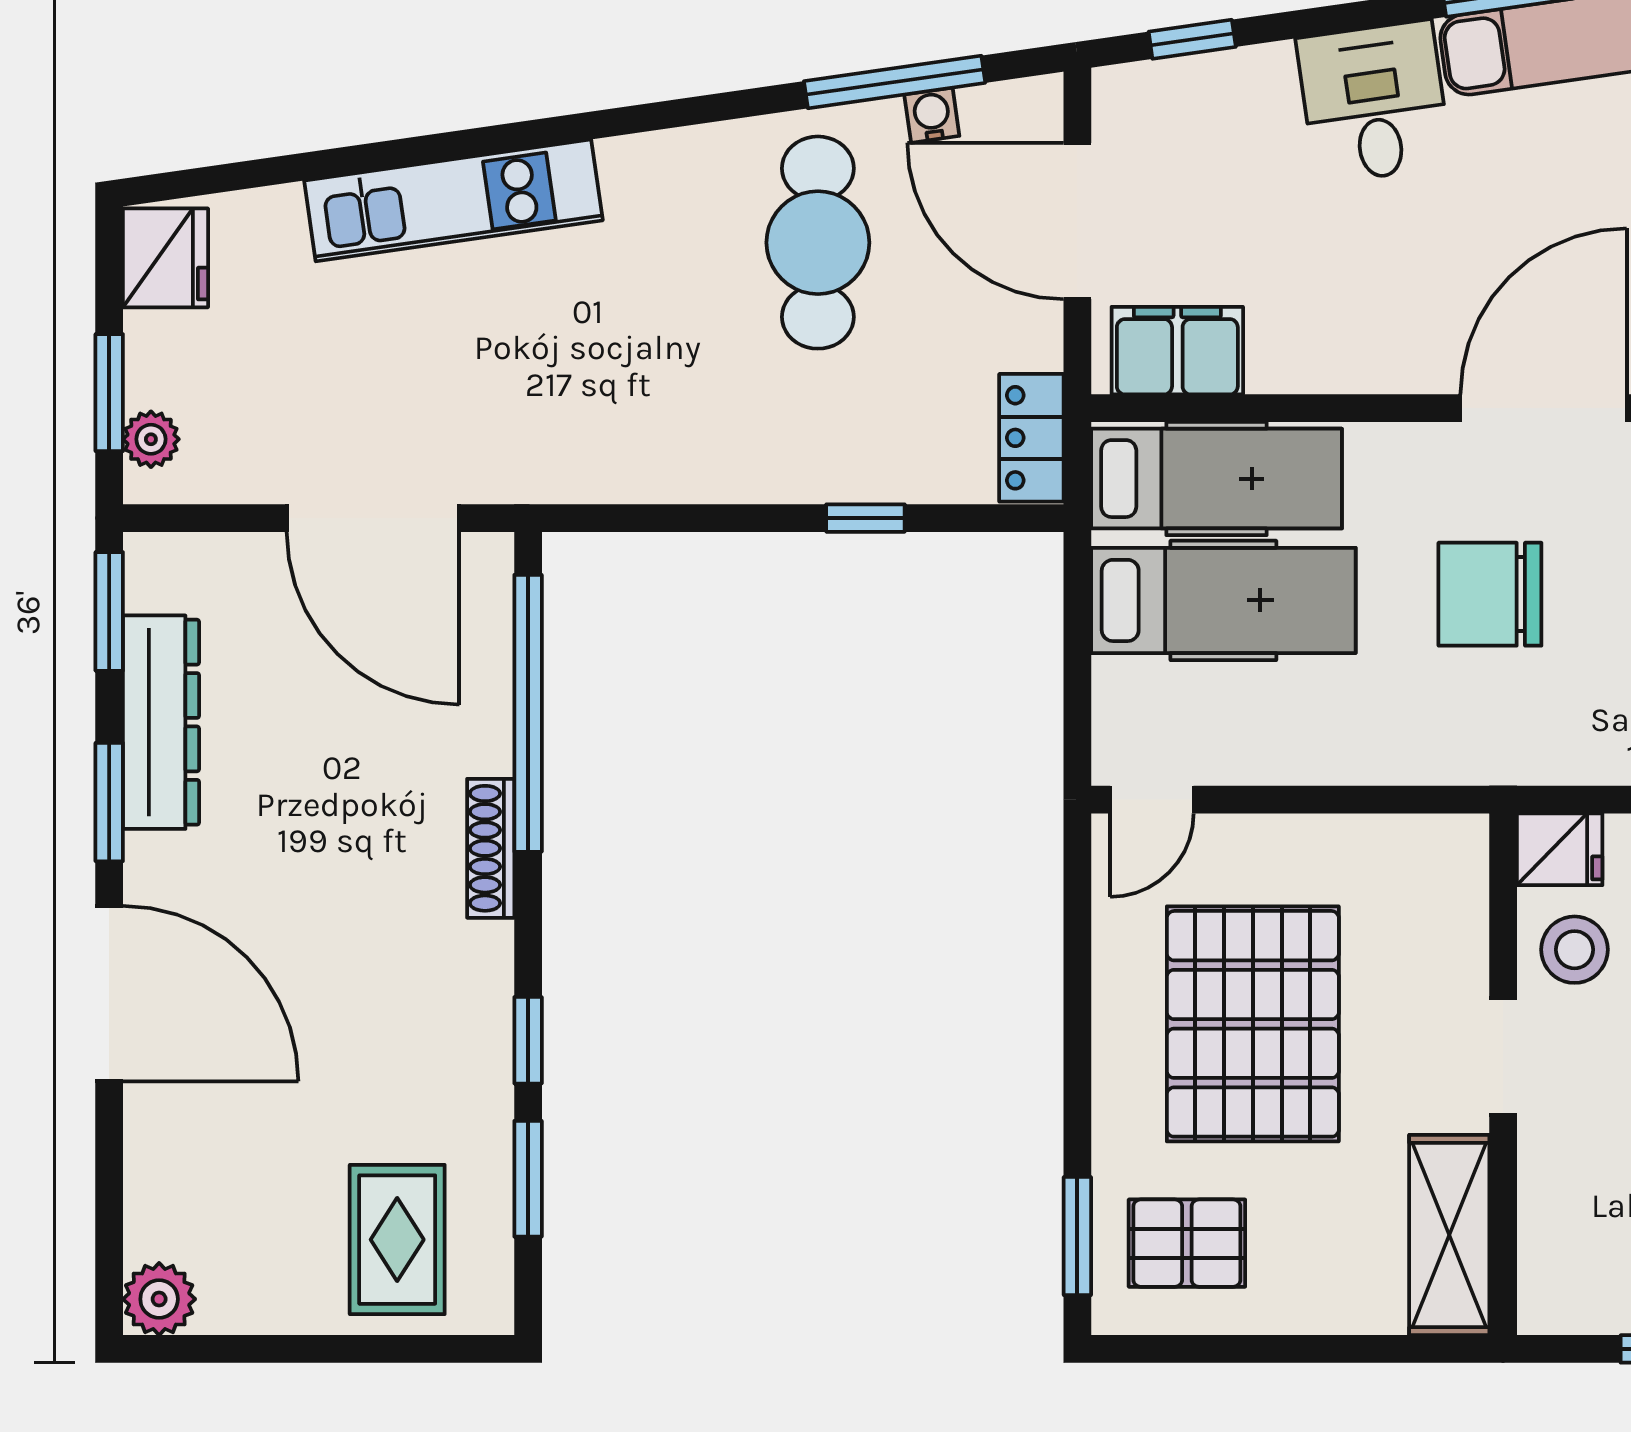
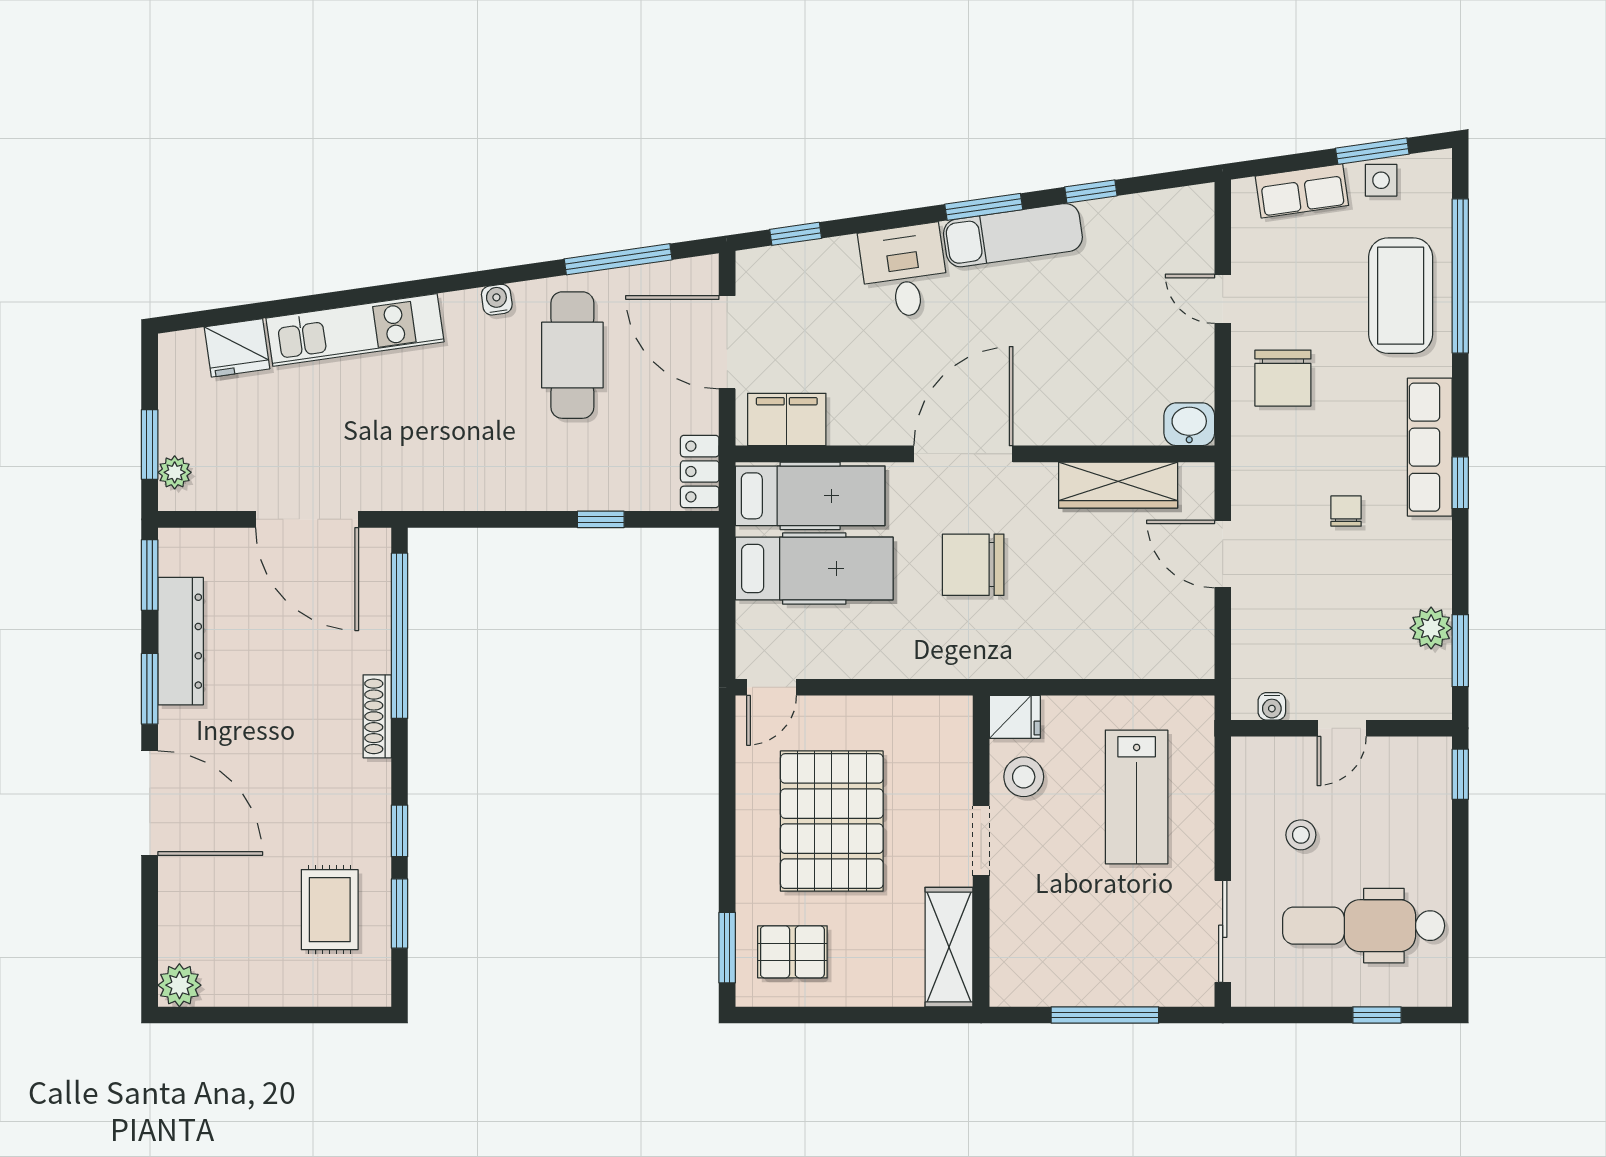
water cooler: (932, 115) -> (497, 300), moved
fridge: (166, 258) -> (237, 348), moved, turned 82
door: (1543, 408) -> (963, 454), moved
rug: (397, 1240) -> (330, 910), moved

